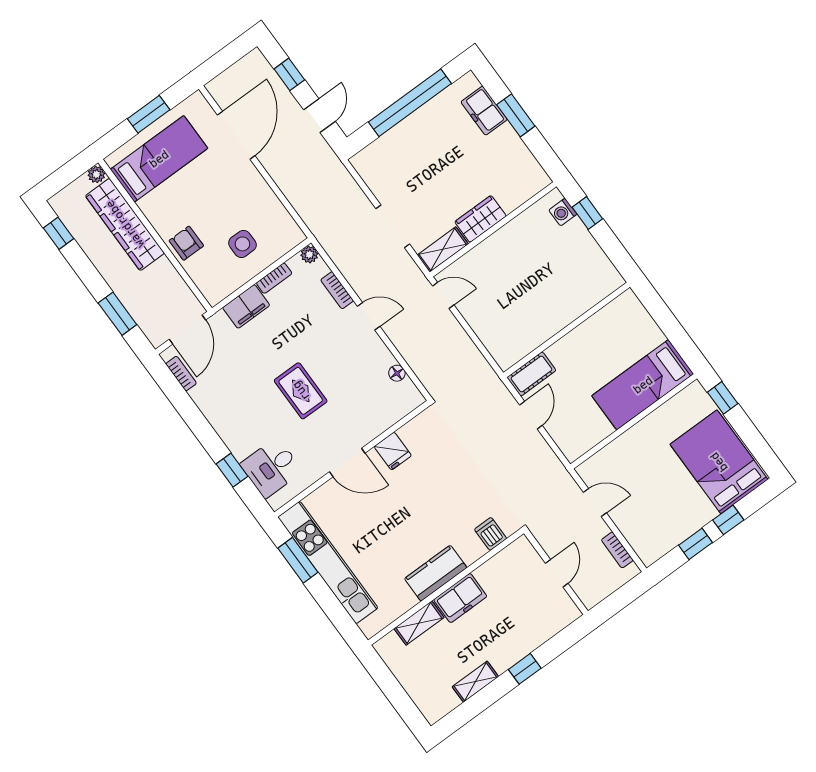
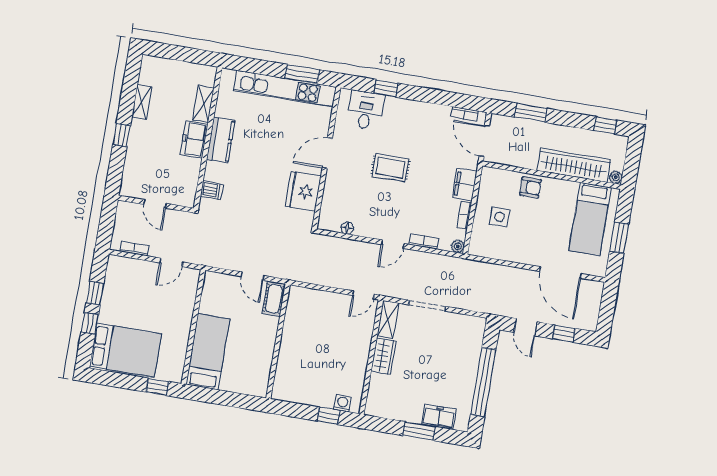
fridge: (393, 451) -> (303, 191), width x1.88, depth x1.34

